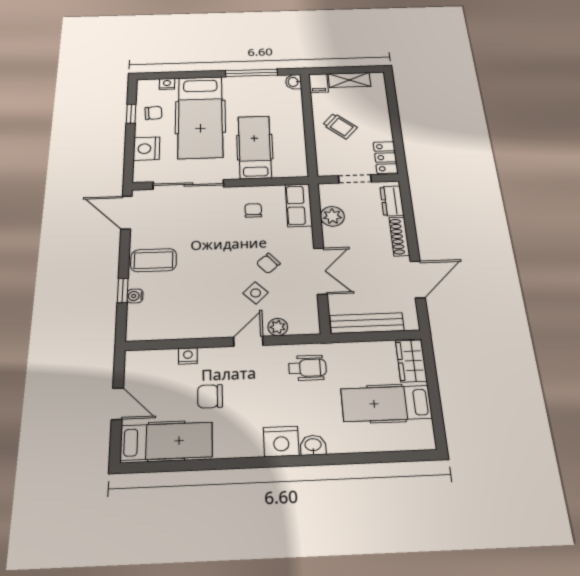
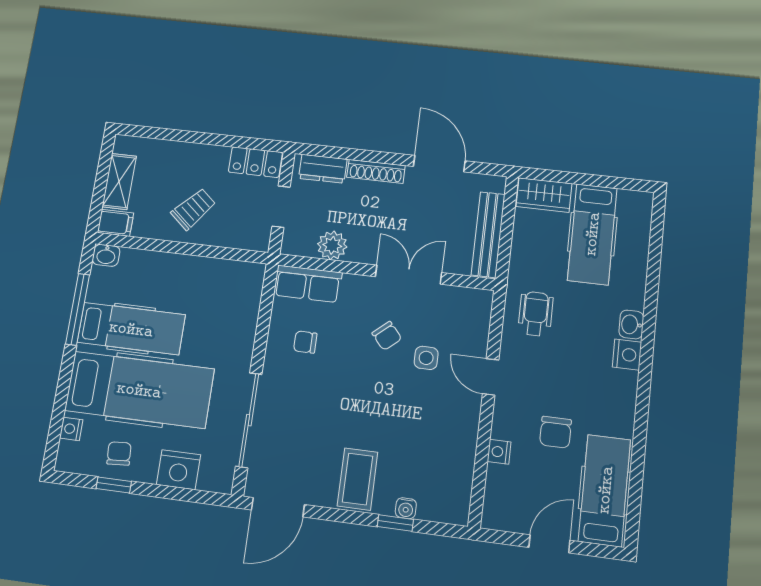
hospital bed: (255, 147) -> (131, 329), moved, turned 180
side table: (256, 293) -> (426, 358), turned 45
plant: (278, 327) -> (477, 339), removed
nightstand: (281, 441) -> (627, 355), width x0.74, depth x0.75

